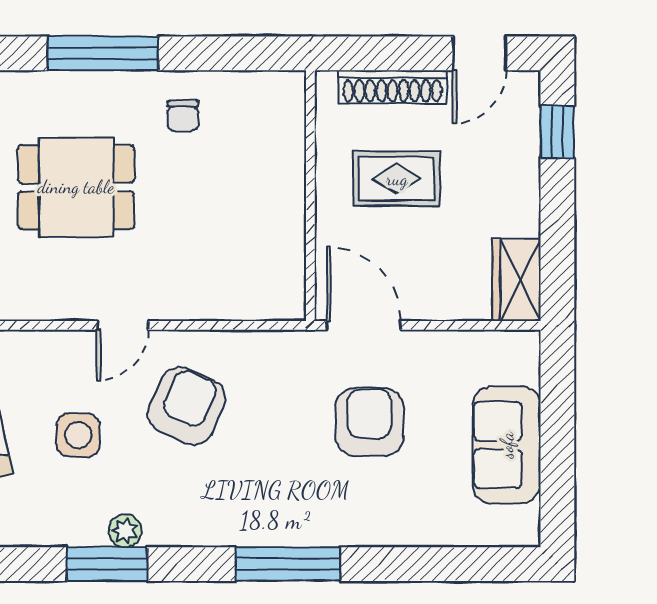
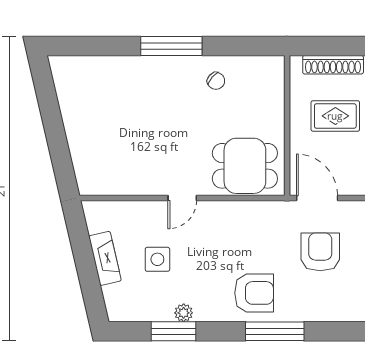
chair: (183, 116) -> (216, 81), turned -49
dining table: (76, 187) -> (245, 166), moved
armchair: (187, 406) -> (254, 293), moved, turned 66

